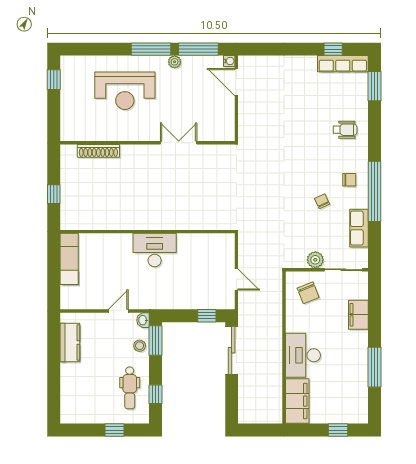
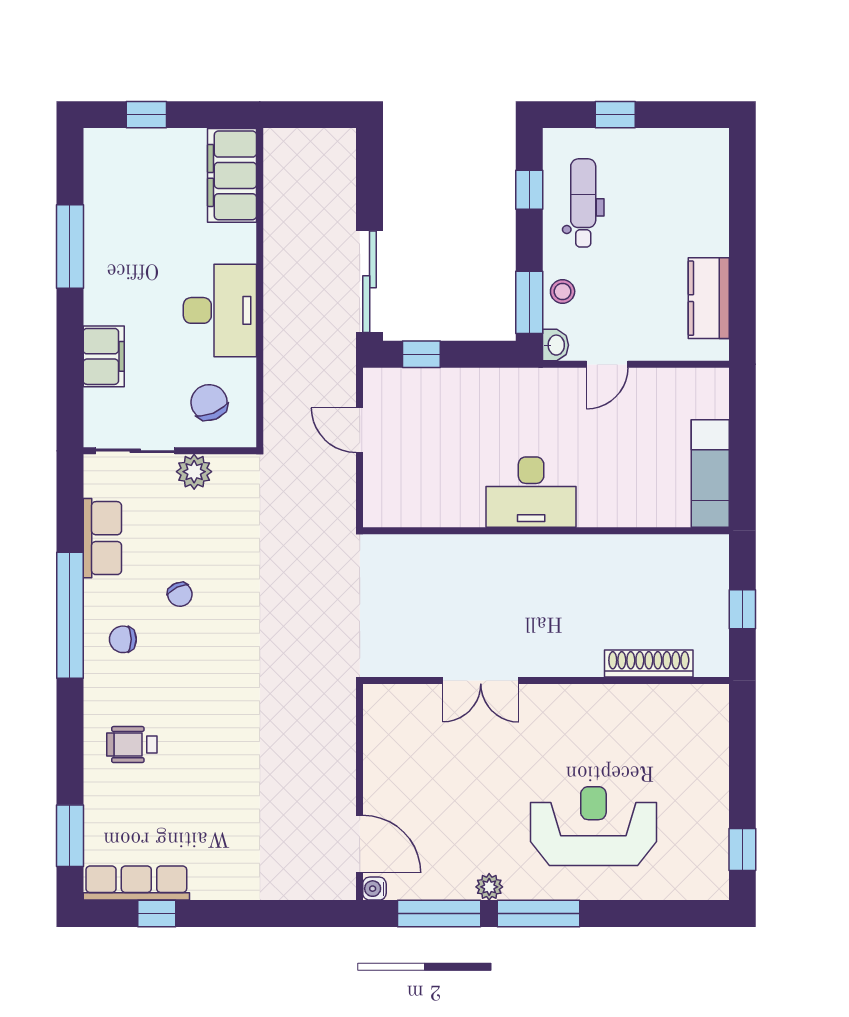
wall: (147, 143) -> (546, 680), moved
double door: (179, 143) -> (481, 680), moved
shoe rack: (98, 151) -> (649, 664), moved
desk: (303, 355) -> (220, 310), moved

